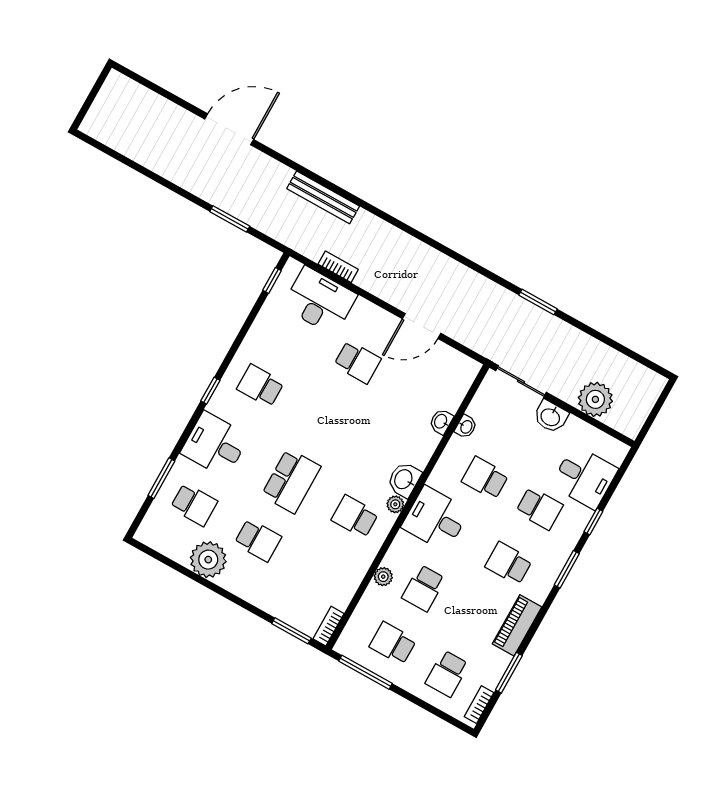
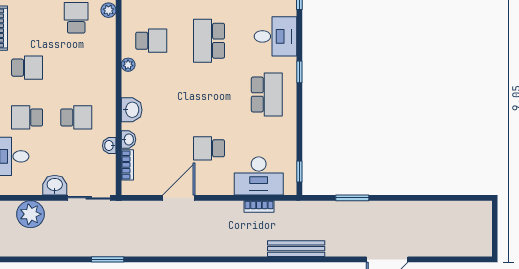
school desk: (260, 386) -> (267, 94), width x1.85
bookcase: (458, 394) -> (127, 165), added
washbasin: (404, 480) -> (132, 110), moved
desk: (435, 519) -> (95, 70), removed

